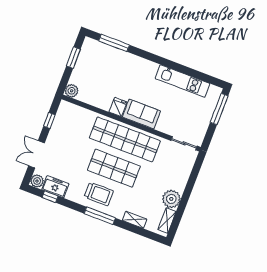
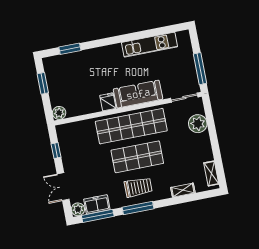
window: (114, 43) -> (70, 49), width x0.69
window: (219, 109) -> (200, 69), moved
sofa: (142, 114) -> (138, 94), width x1.36
window: (50, 197) -> (98, 216), width x2.17
plant: (171, 199) -> (198, 124), moved
window: (100, 216) -> (138, 208), moved

